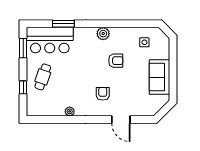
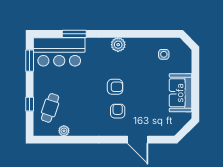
armchair: (116, 61) -> (115, 87), moved
cafe table: (43, 77) -> (50, 108), moved
plant: (70, 111) -> (64, 131), moved

